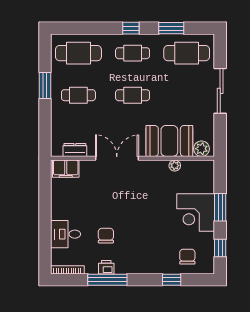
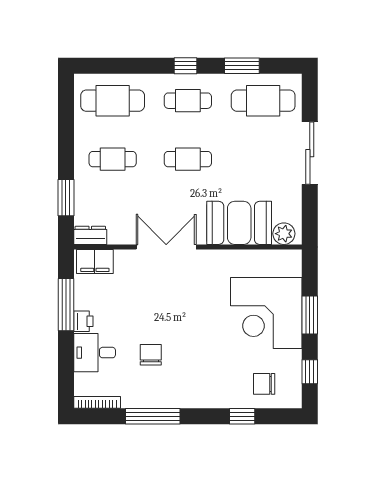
window: (45, 86) -> (66, 198), moved
dresser: (75, 150) -> (90, 235), moved
plant: (175, 166) -> (247, 257), removed
window: (45, 200) -> (66, 305), added
corner desk: (196, 213) -> (266, 313), width x1.36, depth x1.36
chair: (187, 257) -> (264, 384), turned -90
printer: (106, 267) -> (83, 321), moved, turned 90

